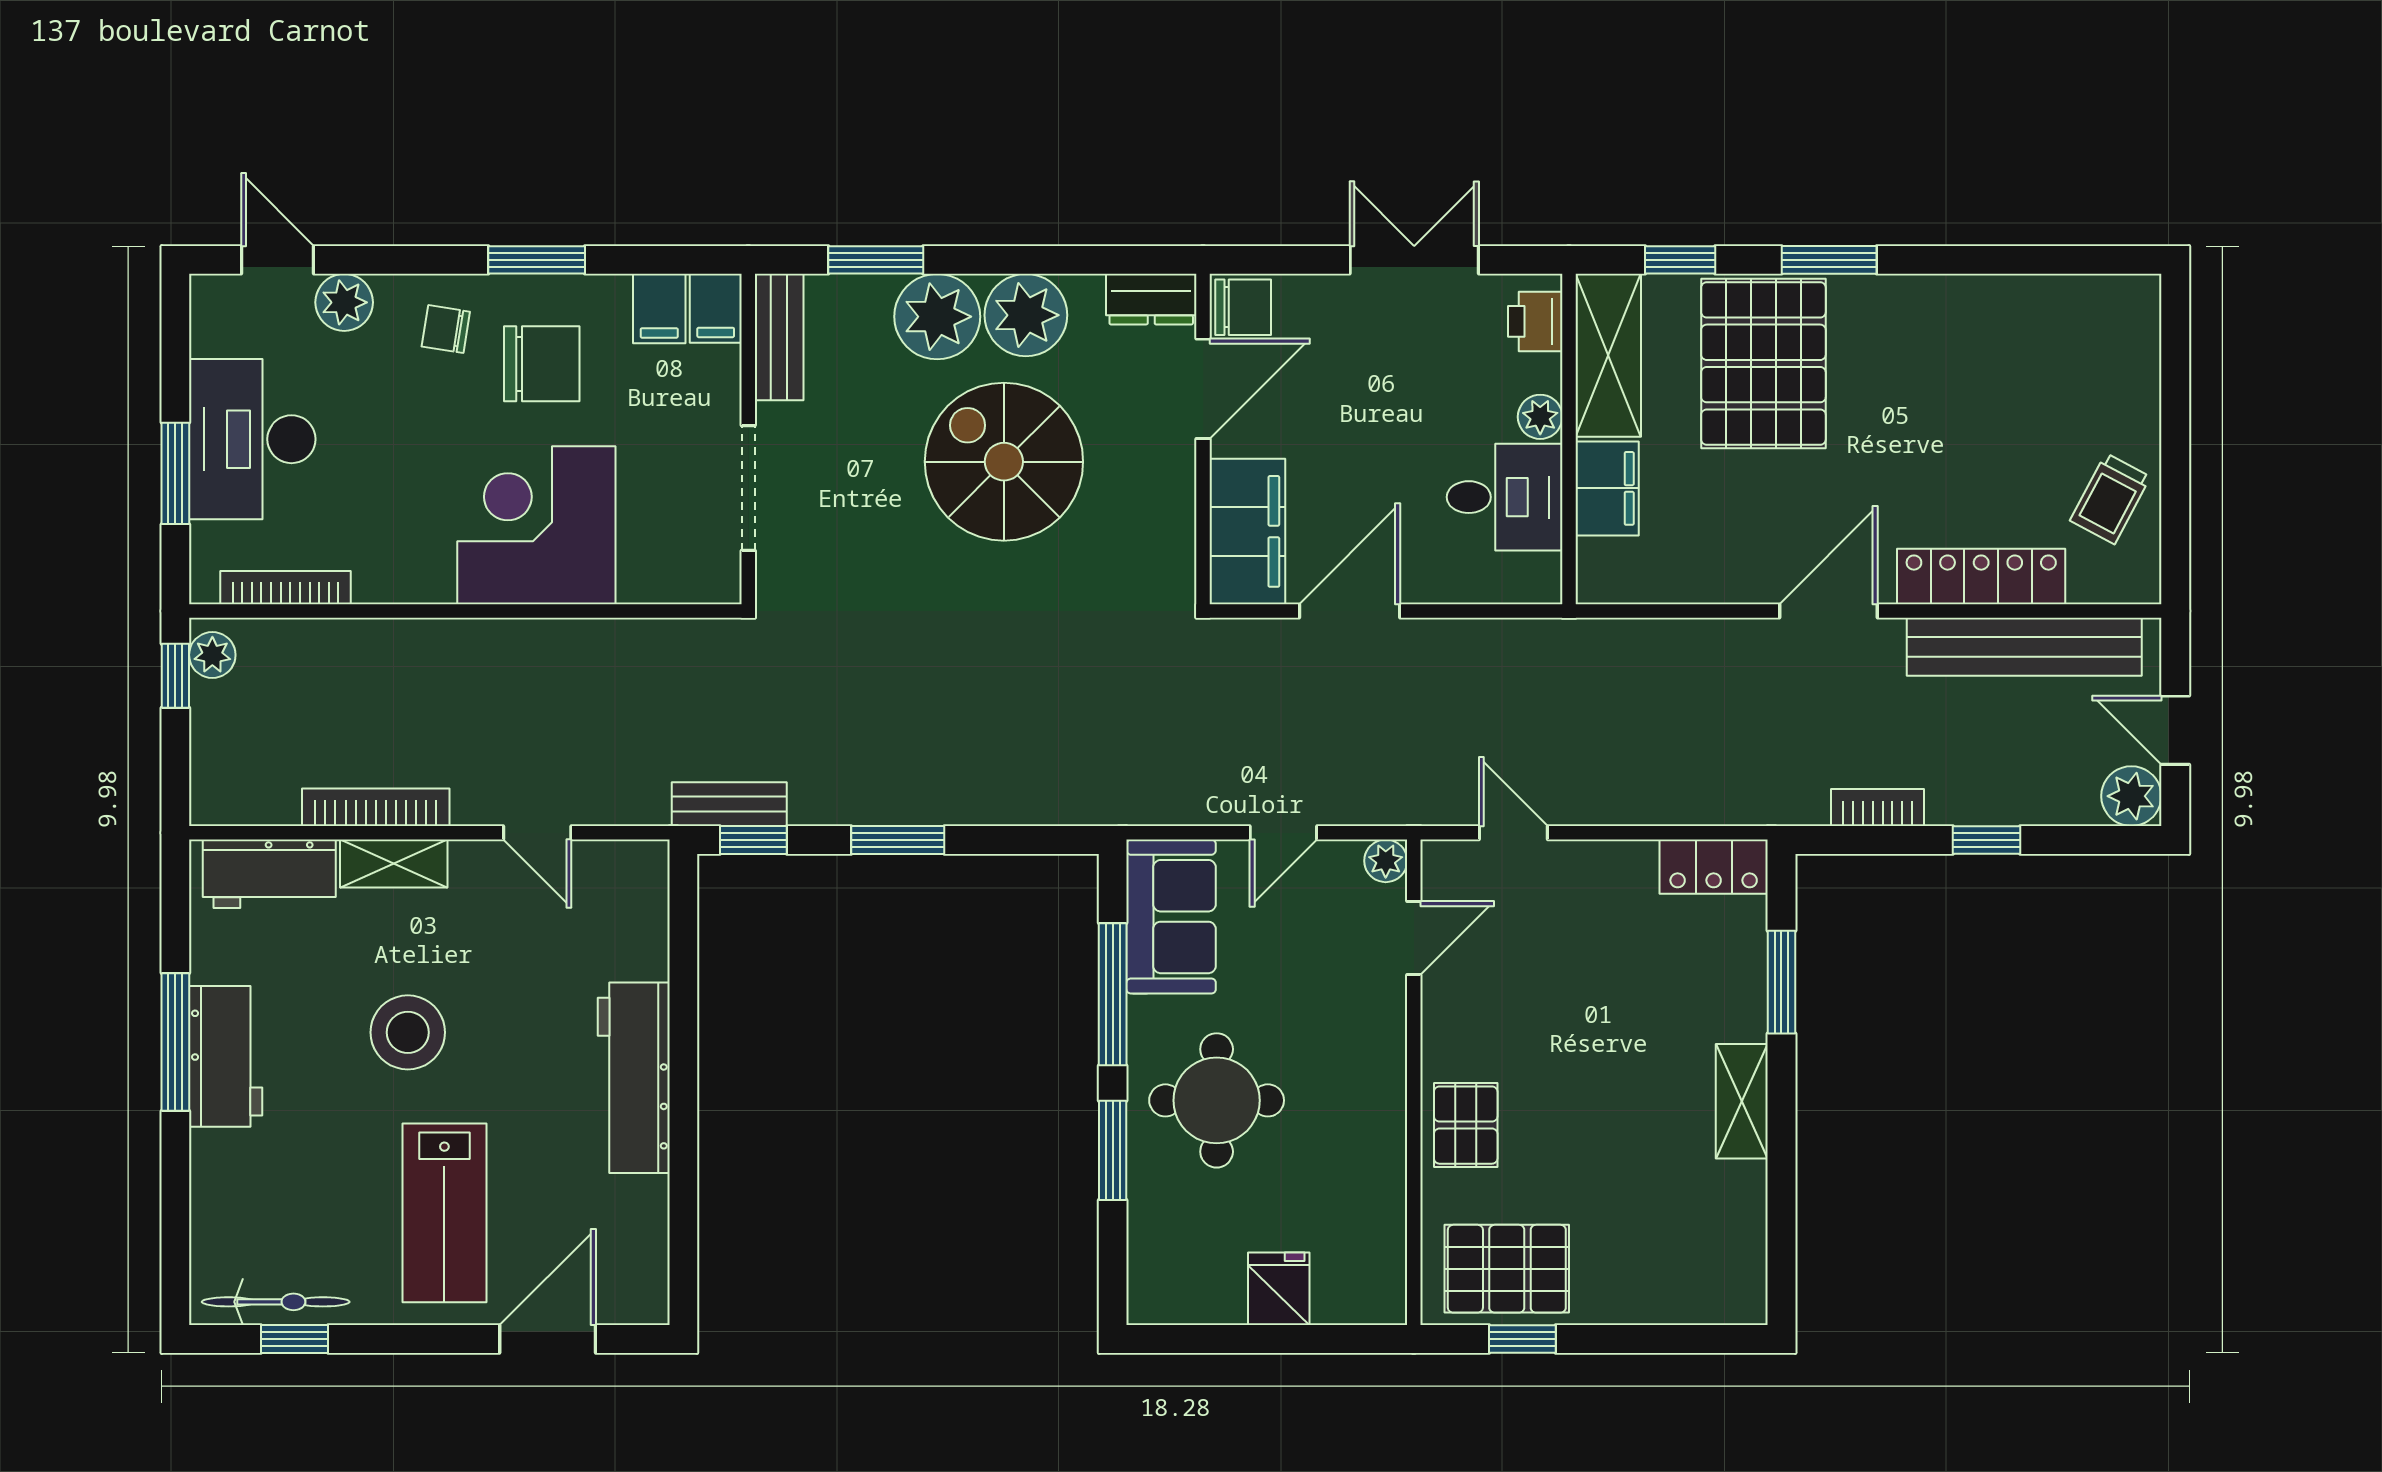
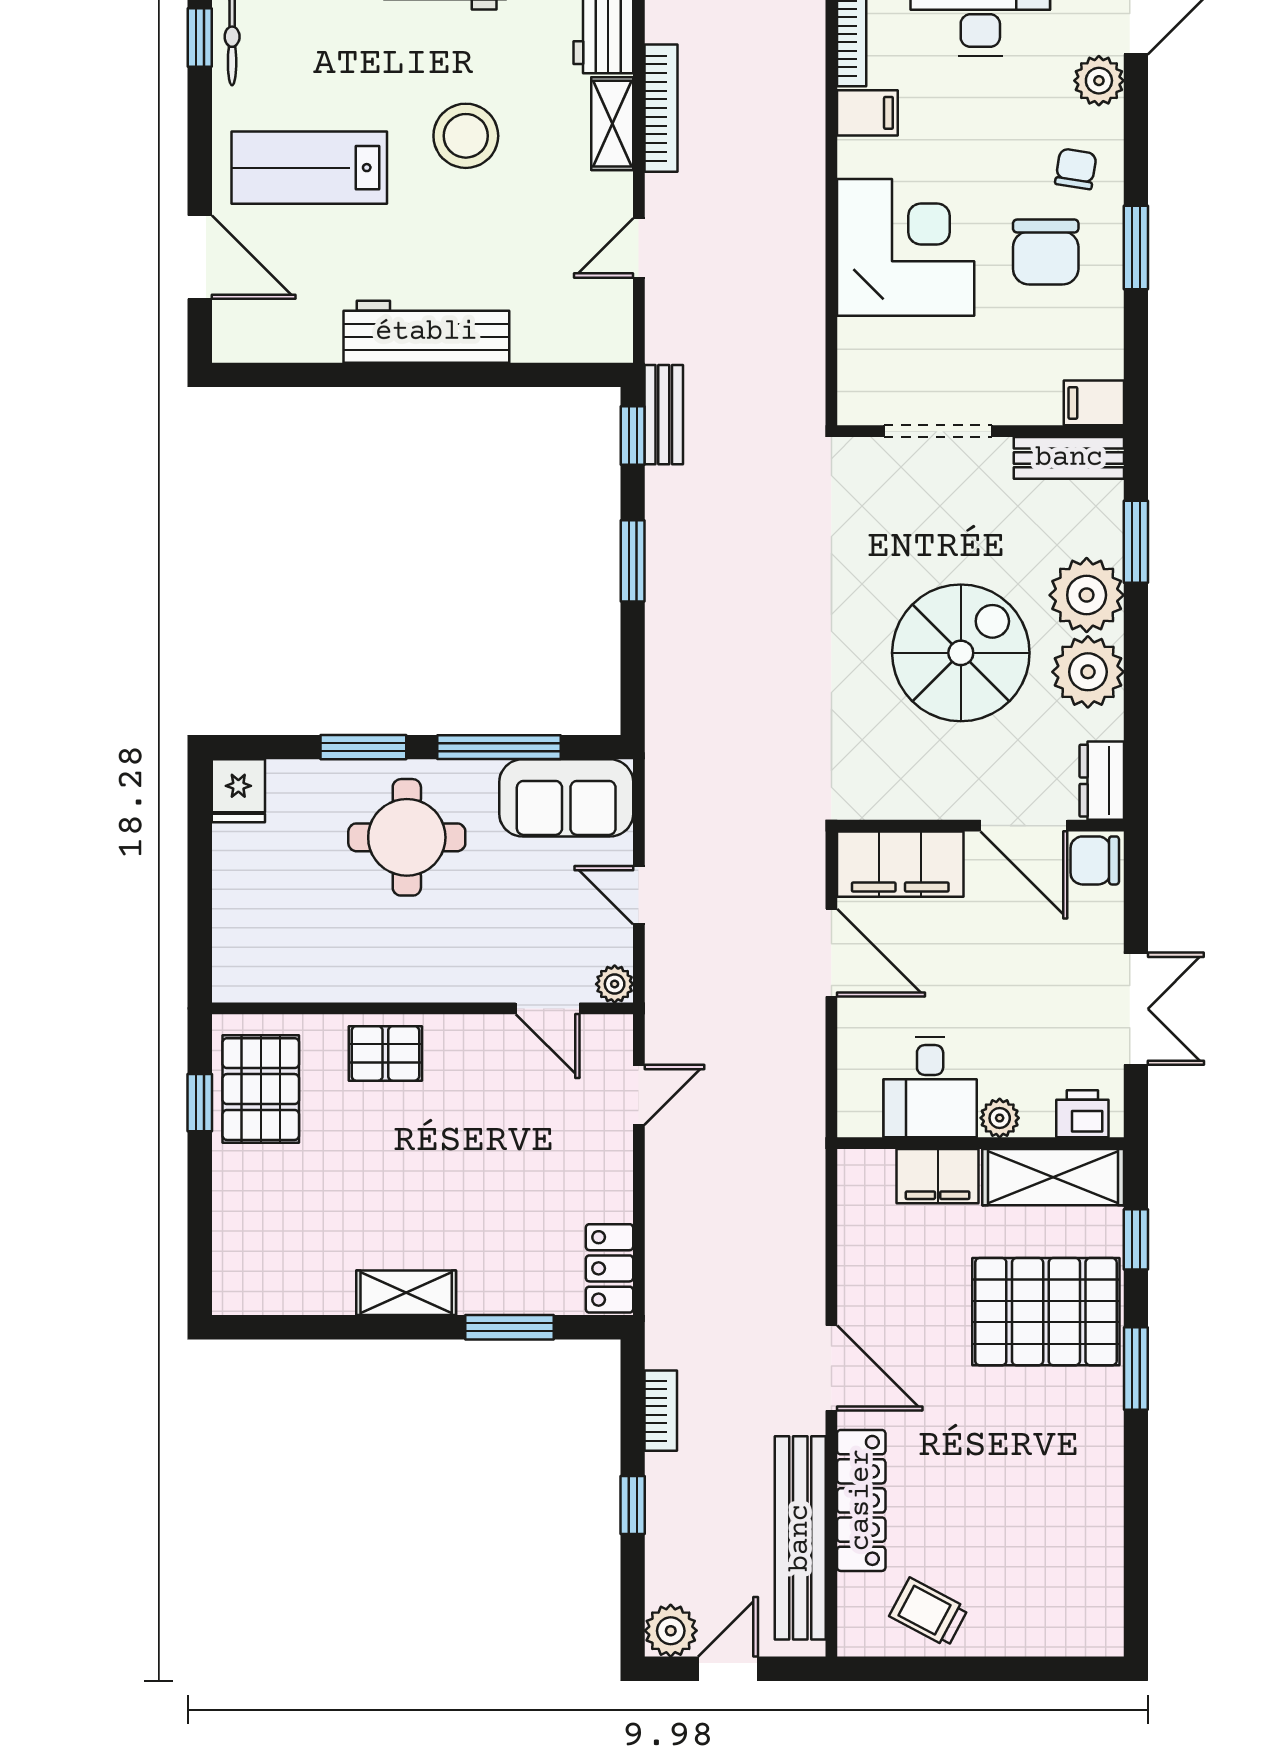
chair: (1243, 307) -> (1095, 860), turned 90
filing cabinet: (659, 309) -> (867, 113), moved, turned 180
fridge: (1279, 1289) -> (238, 791), moved, turned 90

